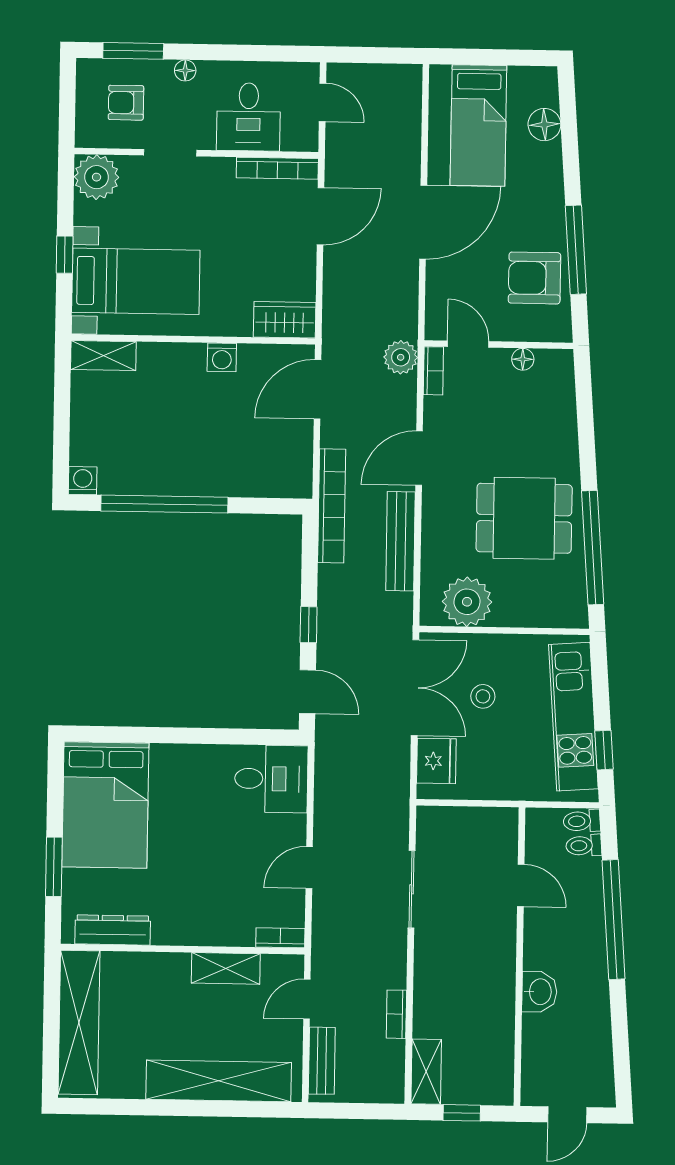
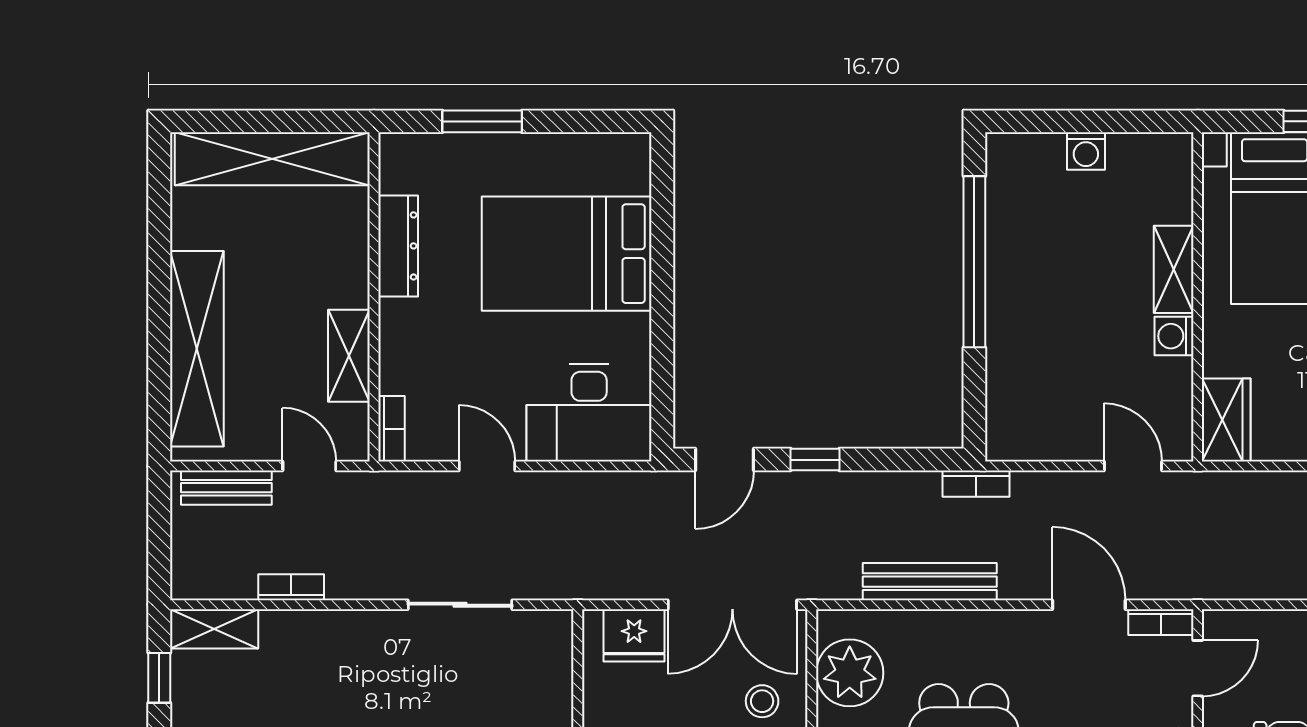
shelving: (103, 356) -> (1174, 269), moved
plant: (401, 357) -> (1178, 578), removed
door: (318, 389) -> (1133, 466), width x0.73
door: (419, 458) -> (1089, 605), moved
washing machine: (83, 481) -> (1086, 151), moved, turned 90
bookcase: (332, 506) -> (976, 484), width x0.43, depth x0.76
stool: (483, 696) -> (762, 701), moved
desk: (271, 779) -> (589, 413), width x1.37
bed: (105, 805) -> (567, 254), moved
dresser: (113, 930) -> (398, 246), moved

